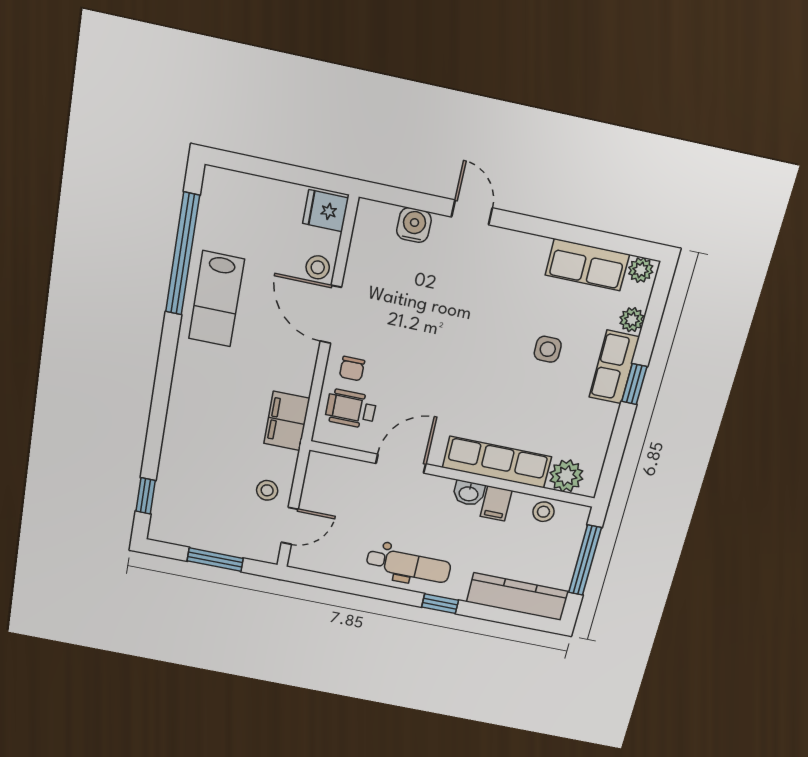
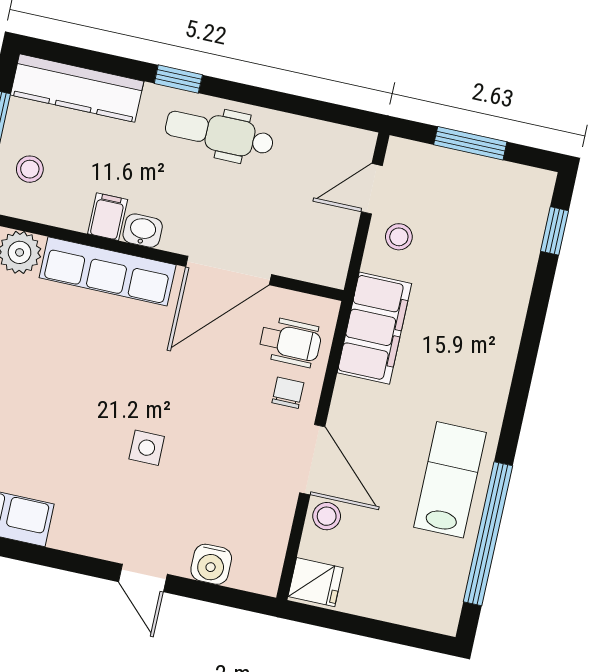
side table: (548, 349) -> (147, 448), moved
filing cabinet: (287, 421) -> (374, 328), width x1.50, depth x1.17
door: (401, 464) -> (229, 271), width x1.36
stool: (543, 512) -> (30, 169), moved

